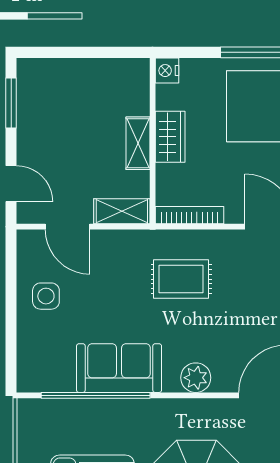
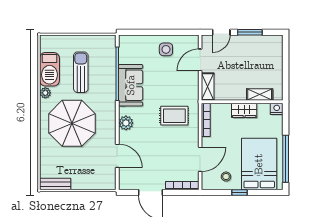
window: (11, 103) -> (250, 32), moved
shelving: (138, 143) -> (260, 95), moved
rug: (181, 279) -> (174, 116), turned 90

